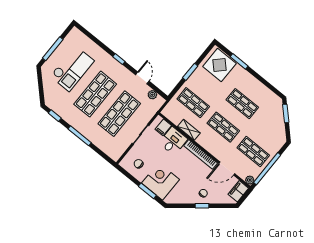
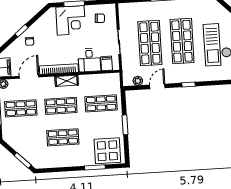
door: (142, 78) -> (157, 86), swing flipped
shelving: (189, 130) -> (67, 81), moved

